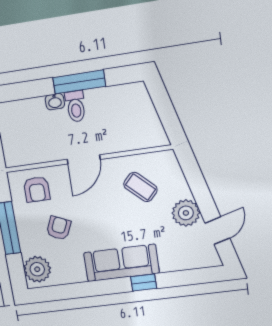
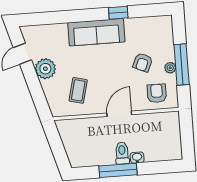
coffee table: (140, 187) -> (78, 90), turned 61
plant: (37, 269) -> (170, 68), moved, width x0.53, depth x0.53
window: (144, 283) -> (118, 13), moved

